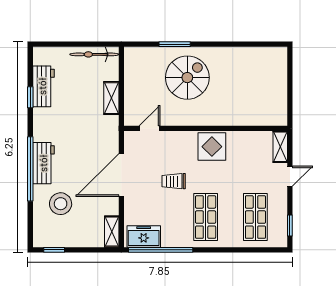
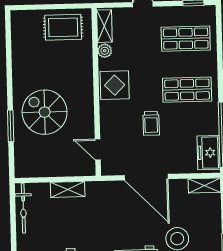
rug: (270, 98) -> (63, 27), added
plant: (246, 138) -> (105, 51), added
shelving: (280, 147) -> (104, 26), moved, turned 90

